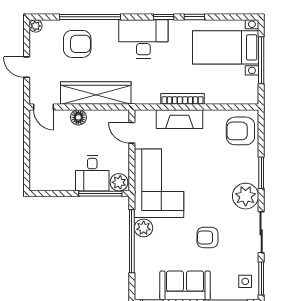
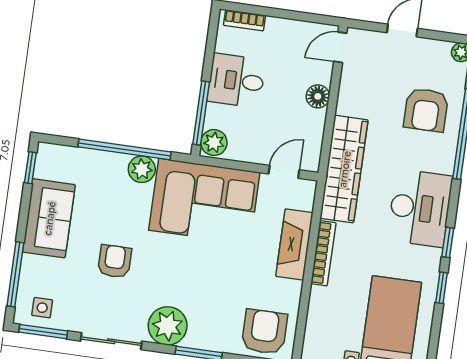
wardrobe: (96, 93) -> (344, 169), moved
bookcase: (35, 173) -> (245, 20), added
desk: (92, 173) -> (236, 81), moved

